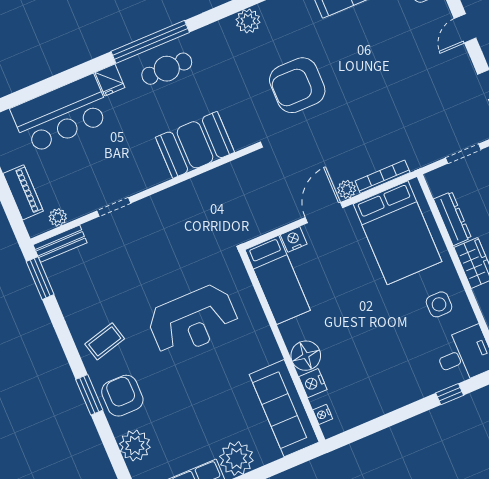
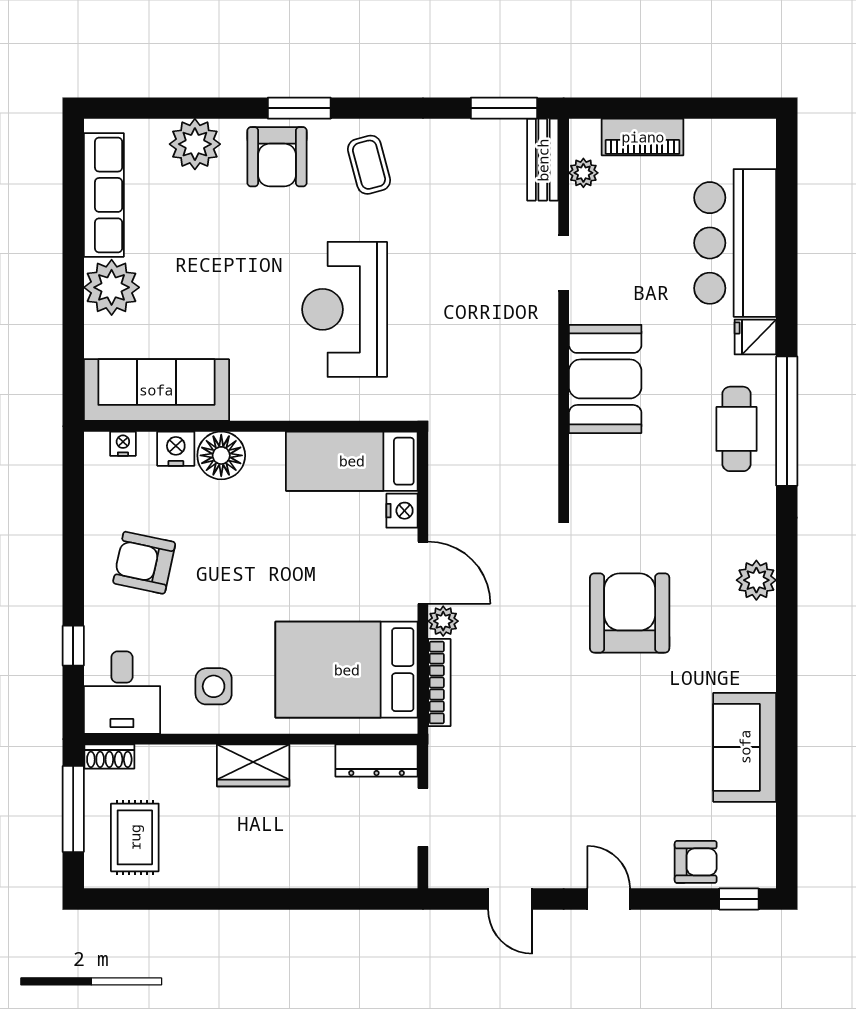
booth: (195, 145) -> (605, 379), moved
dresser: (452, 218) -> (377, 760), moved
armchair: (385, 374) -> (144, 563), added
armchair: (122, 396) -> (277, 157), turned 90

